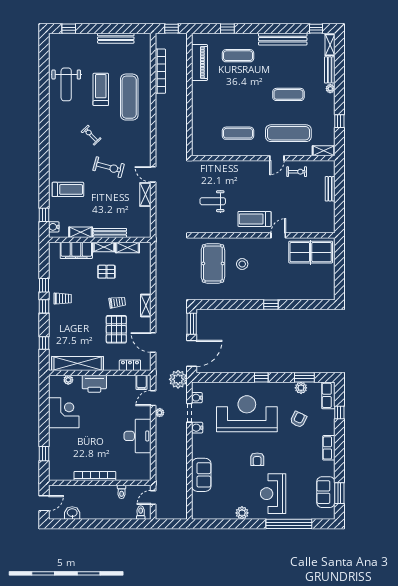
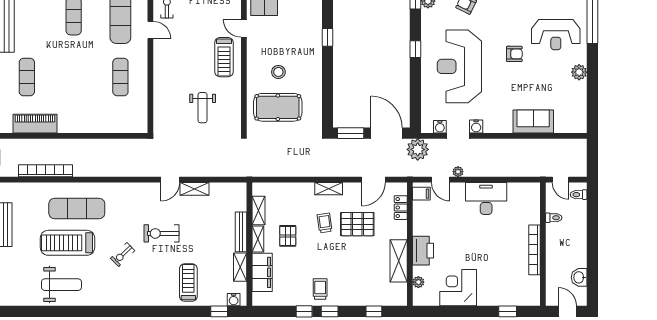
treadmill: (101, 89) -> (68, 243), width x1.37, depth x1.38
exercise bike: (109, 167) -> (162, 233), turned -105
shelving: (78, 363) -> (399, 261), width x0.68

